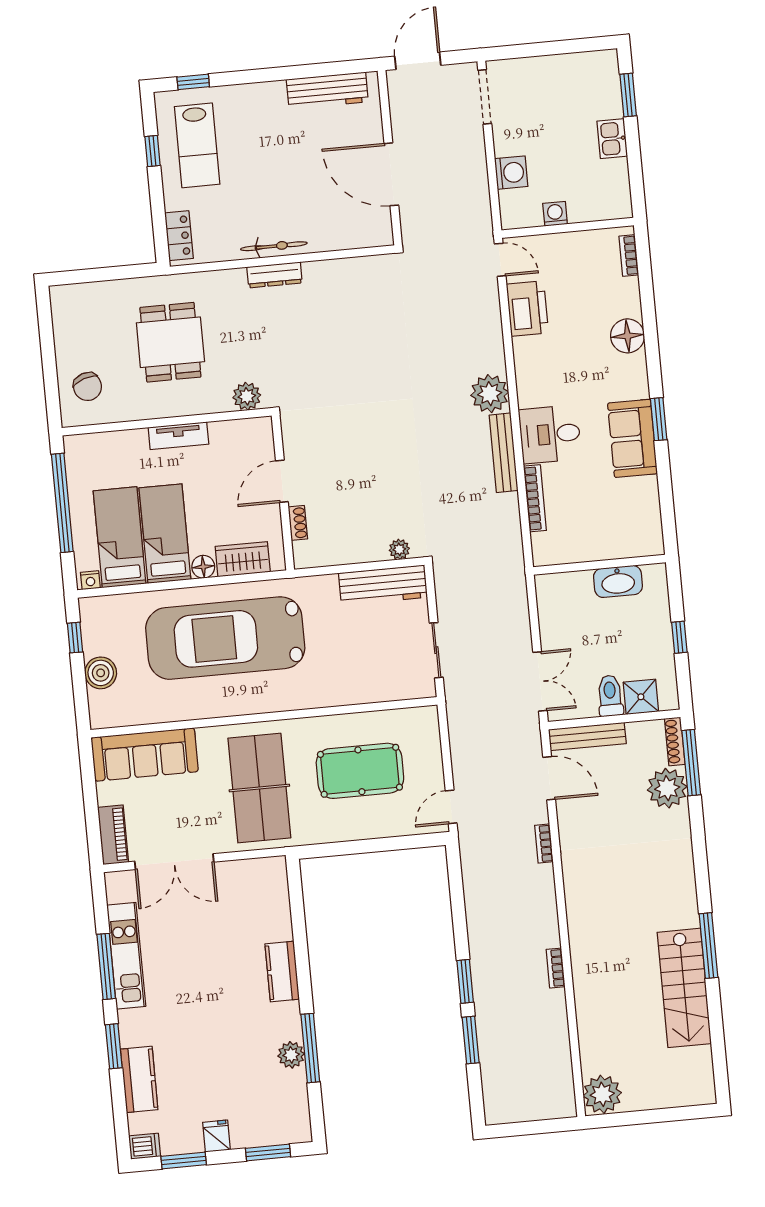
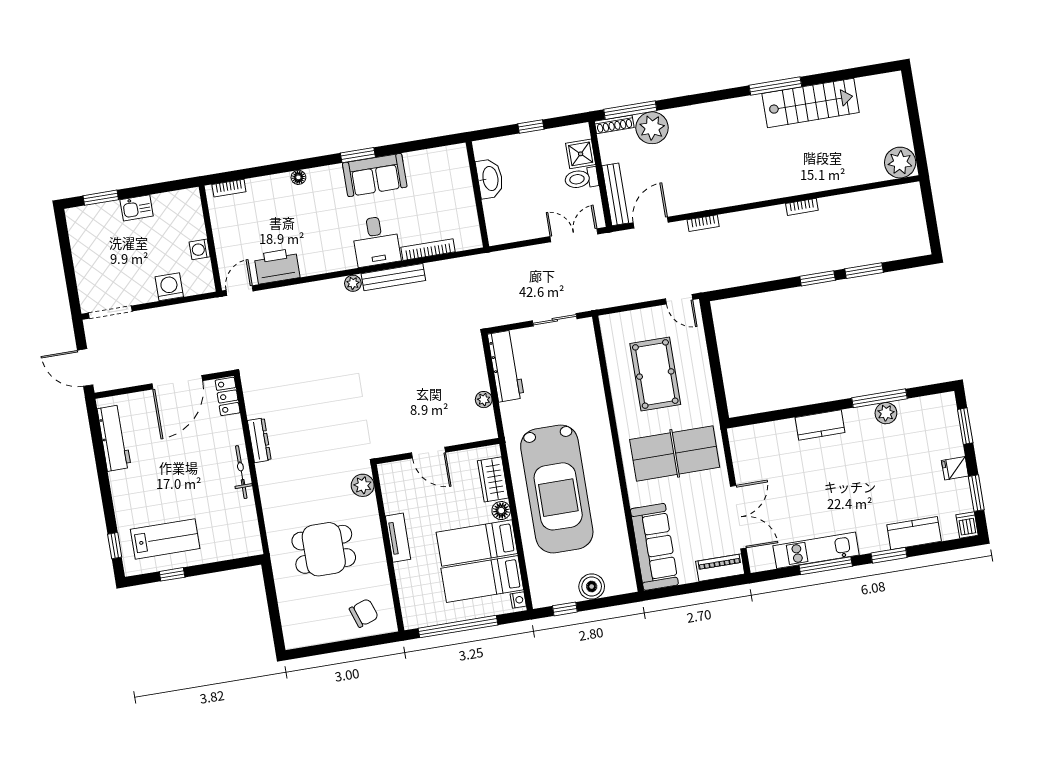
locker: (179, 236) -> (228, 396), moved, turned -90
dresser: (274, 275) -> (259, 440), moved
floor lamp: (627, 336) -> (298, 177), width x0.53, depth x0.53
plant: (490, 394) -> (353, 283), width x0.53, depth x0.53
shoe rack: (298, 523) -> (461, 437), removed
plant: (399, 549) -> (484, 400), moved

